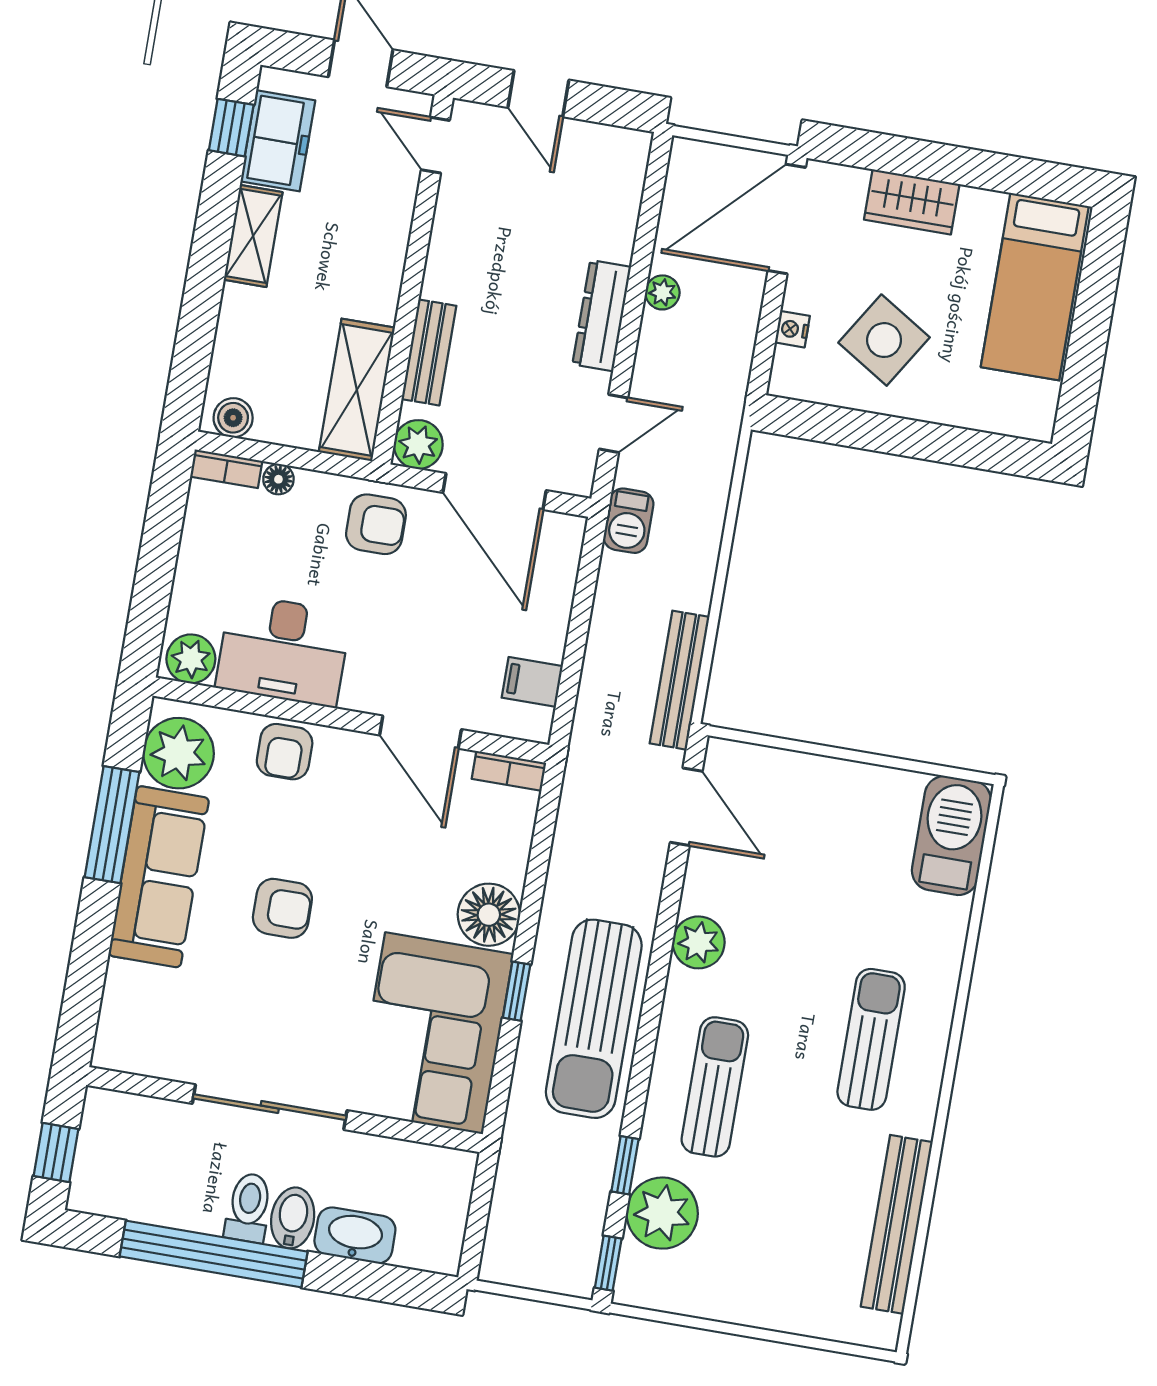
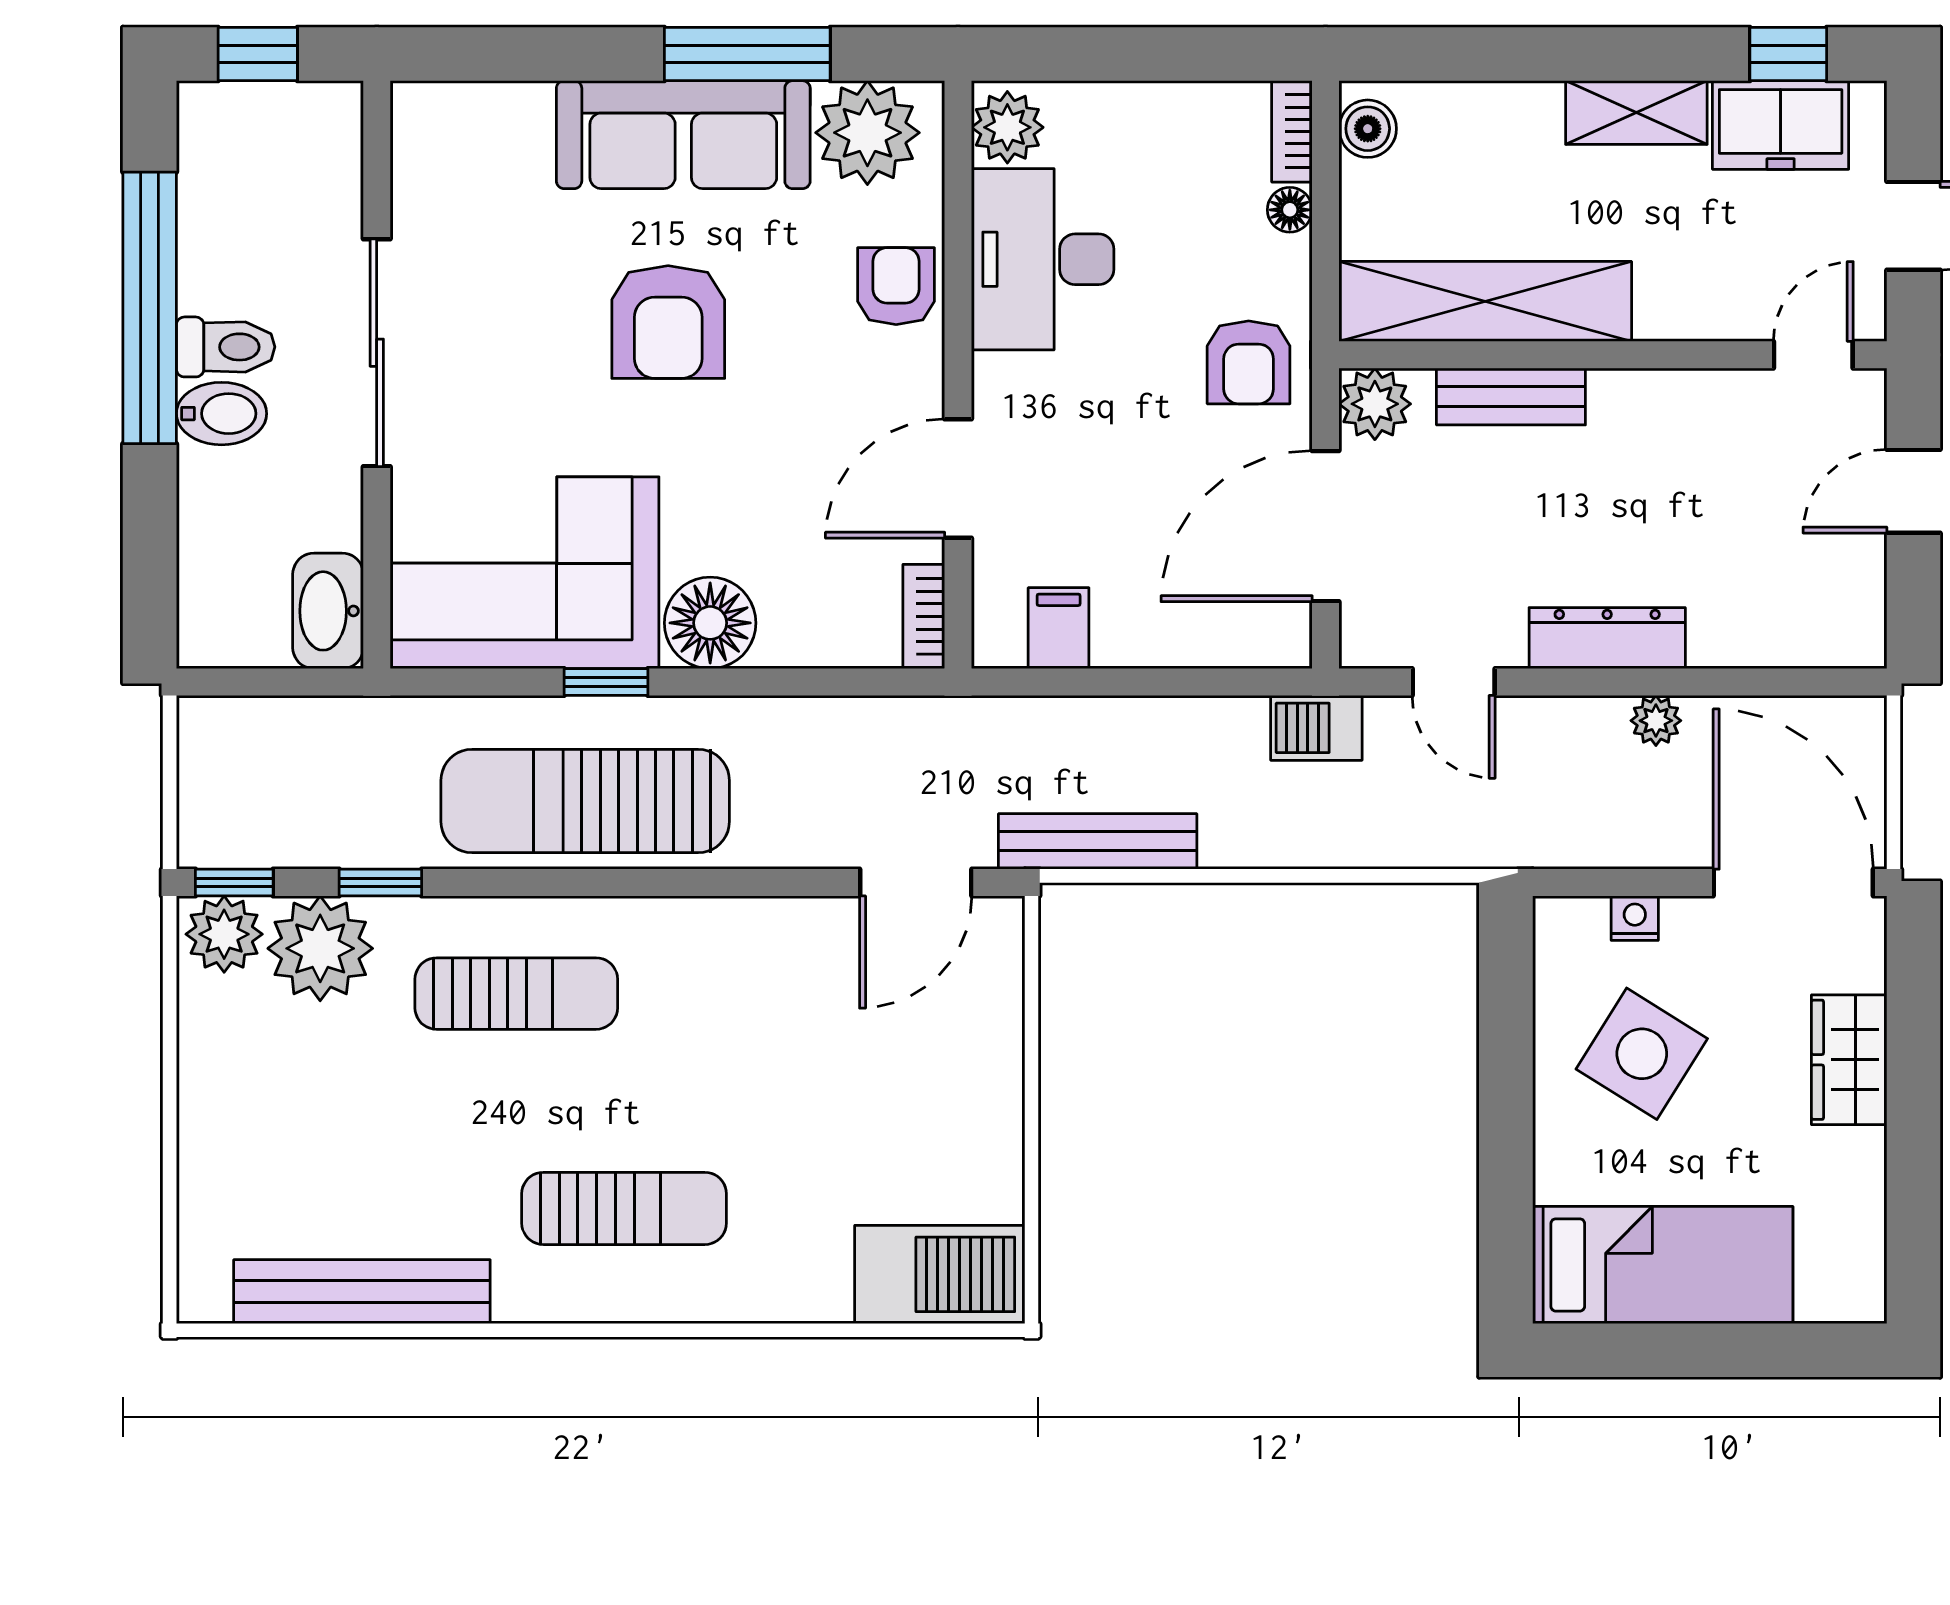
bed: (1035, 287) -> (1663, 1265), moved, turned 180
shelving: (357, 390) -> (1485, 301), width x1.47
armchair: (285, 752) -> (896, 286), turned 90
armchair: (282, 908) -> (668, 322), width x1.38, depth x1.38
plant: (699, 942) -> (224, 934), moved
washbasin: (355, 1235) -> (328, 611), moved, turned 180

